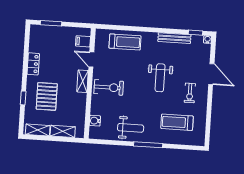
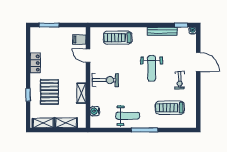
treadmill: (125, 42) -> (118, 38), turned 180
shelving: (83, 81) -> (81, 93), moved

